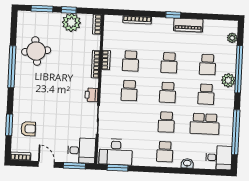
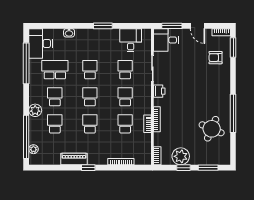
round table: (36, 51) -> (212, 129), turned 30
window: (239, 69) -> (26, 137), moved
window: (9, 125) -> (233, 47), moved
desk: (116, 152) -> (131, 40), width x0.73
school desk: (165, 152) -> (125, 70), moved
desk: (219, 158) -> (41, 43), width x1.37
window: (118, 168) -> (103, 26), moved

